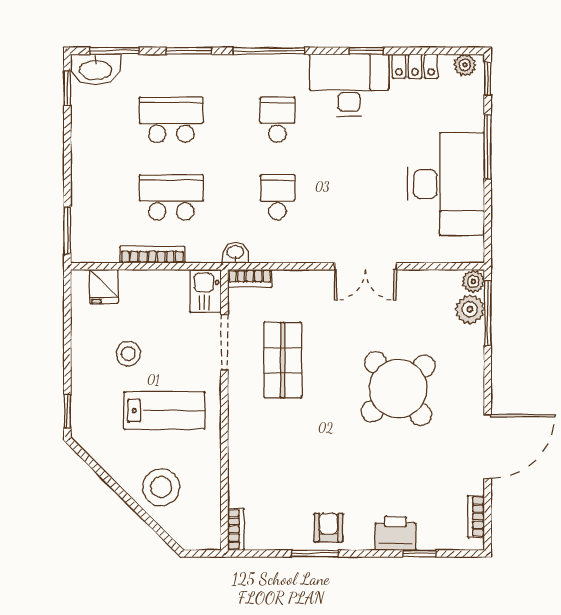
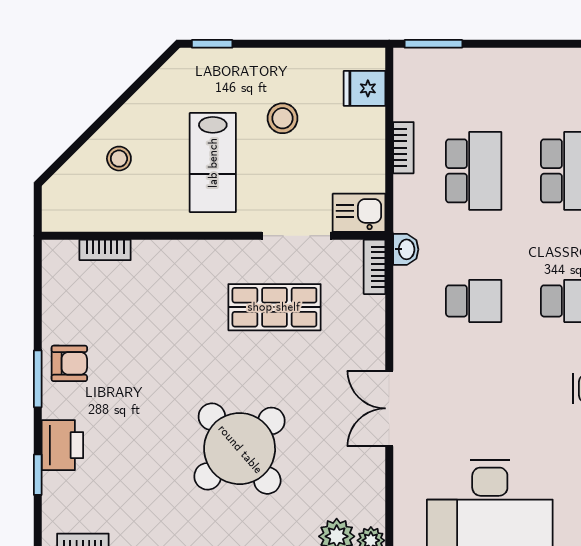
bookcase: (152, 255) -> (403, 148), width x0.64
stool: (161, 487) -> (119, 159), width x0.53, depth x0.53
bookcase: (236, 529) -> (105, 250), moved
window: (315, 553) -> (38, 379), moved

